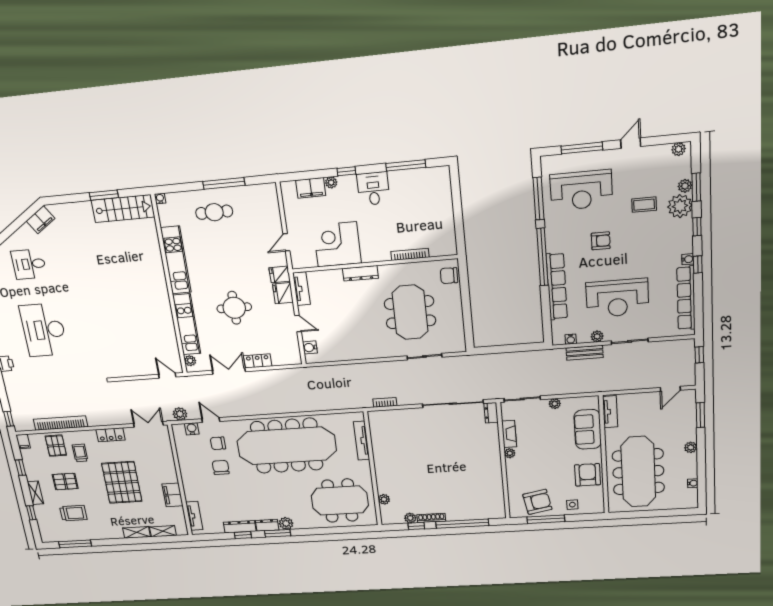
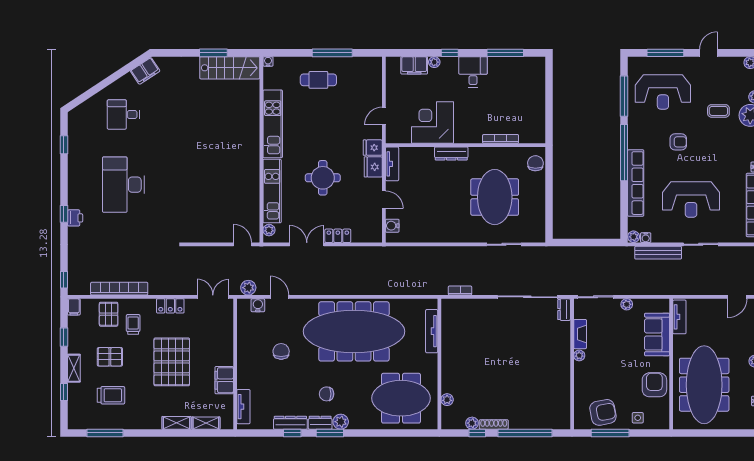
chair: (449, 276) -> (535, 163), turned 91
plant: (597, 336) -> (634, 237), moved
bench: (585, 353) -> (658, 253), width x1.36
chair: (218, 443) -> (327, 394), moved

